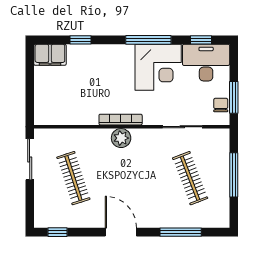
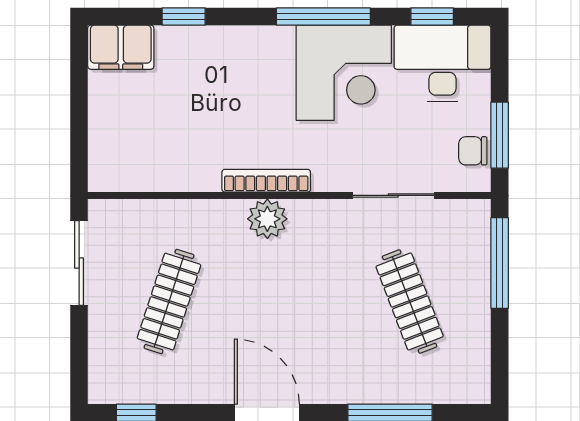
chair: (221, 105) -> (473, 151), turned -90
window: (234, 175) -> (500, 263), moved
clothes rail: (73, 178) -> (169, 301), turned 36

